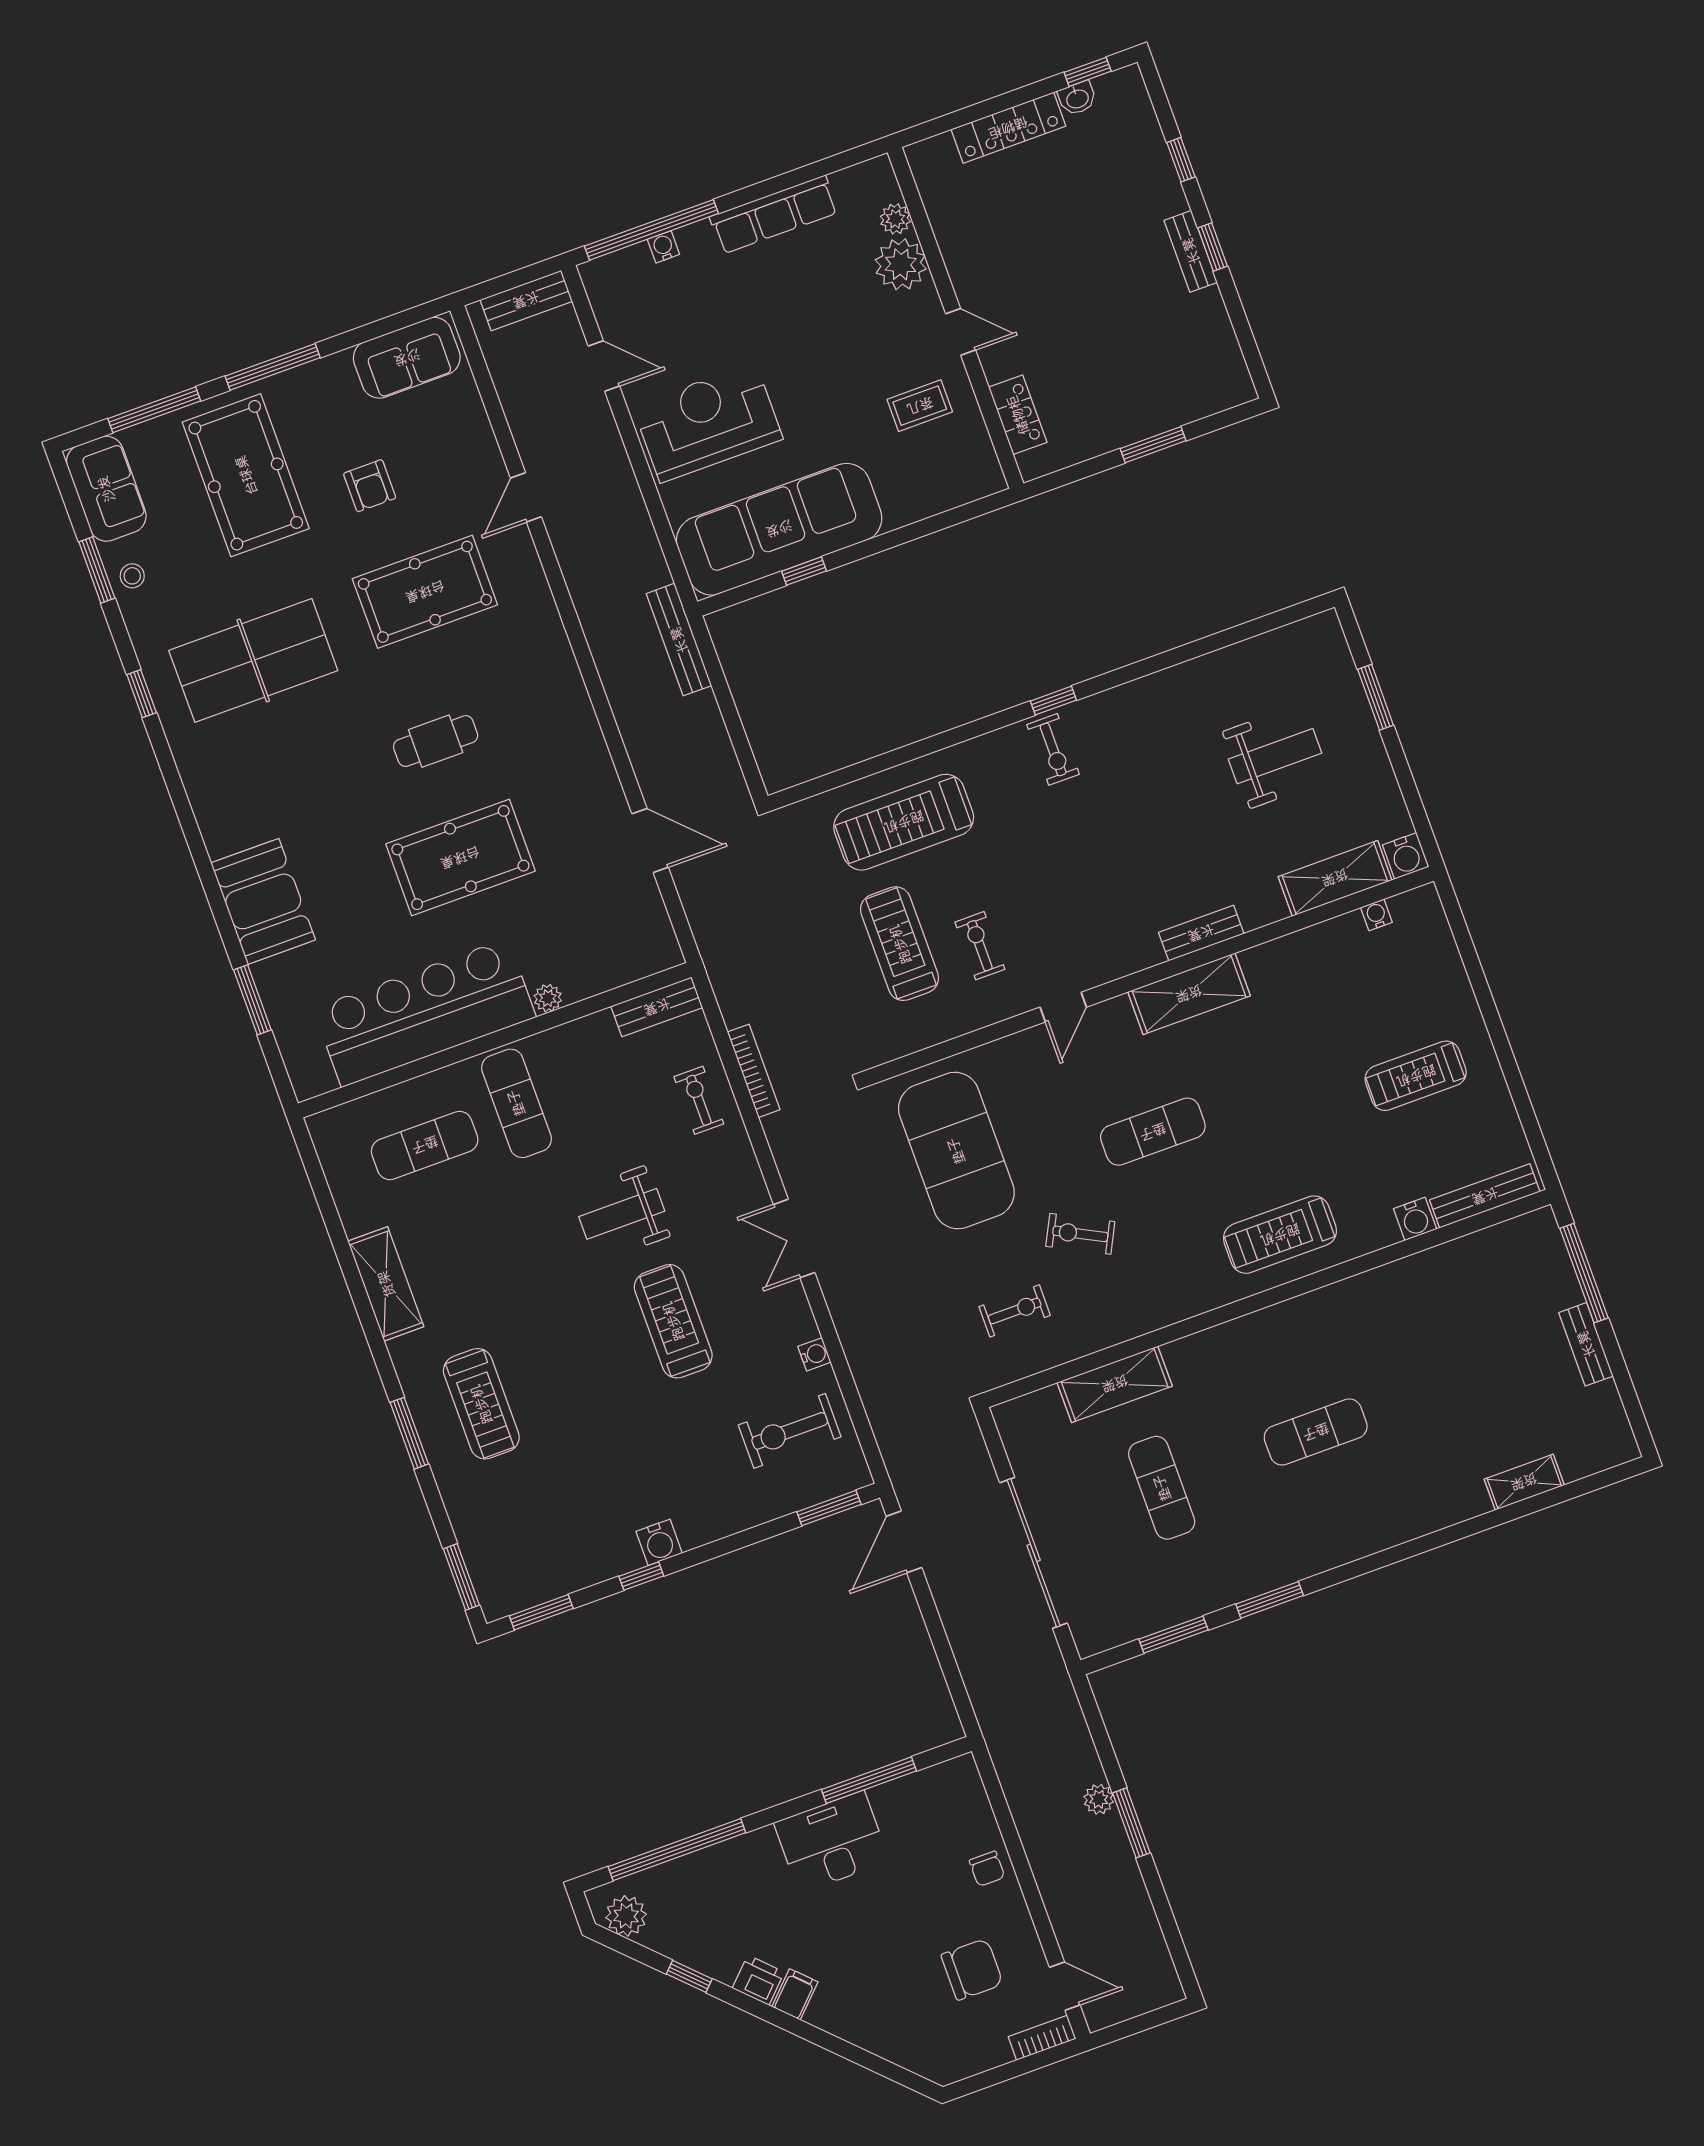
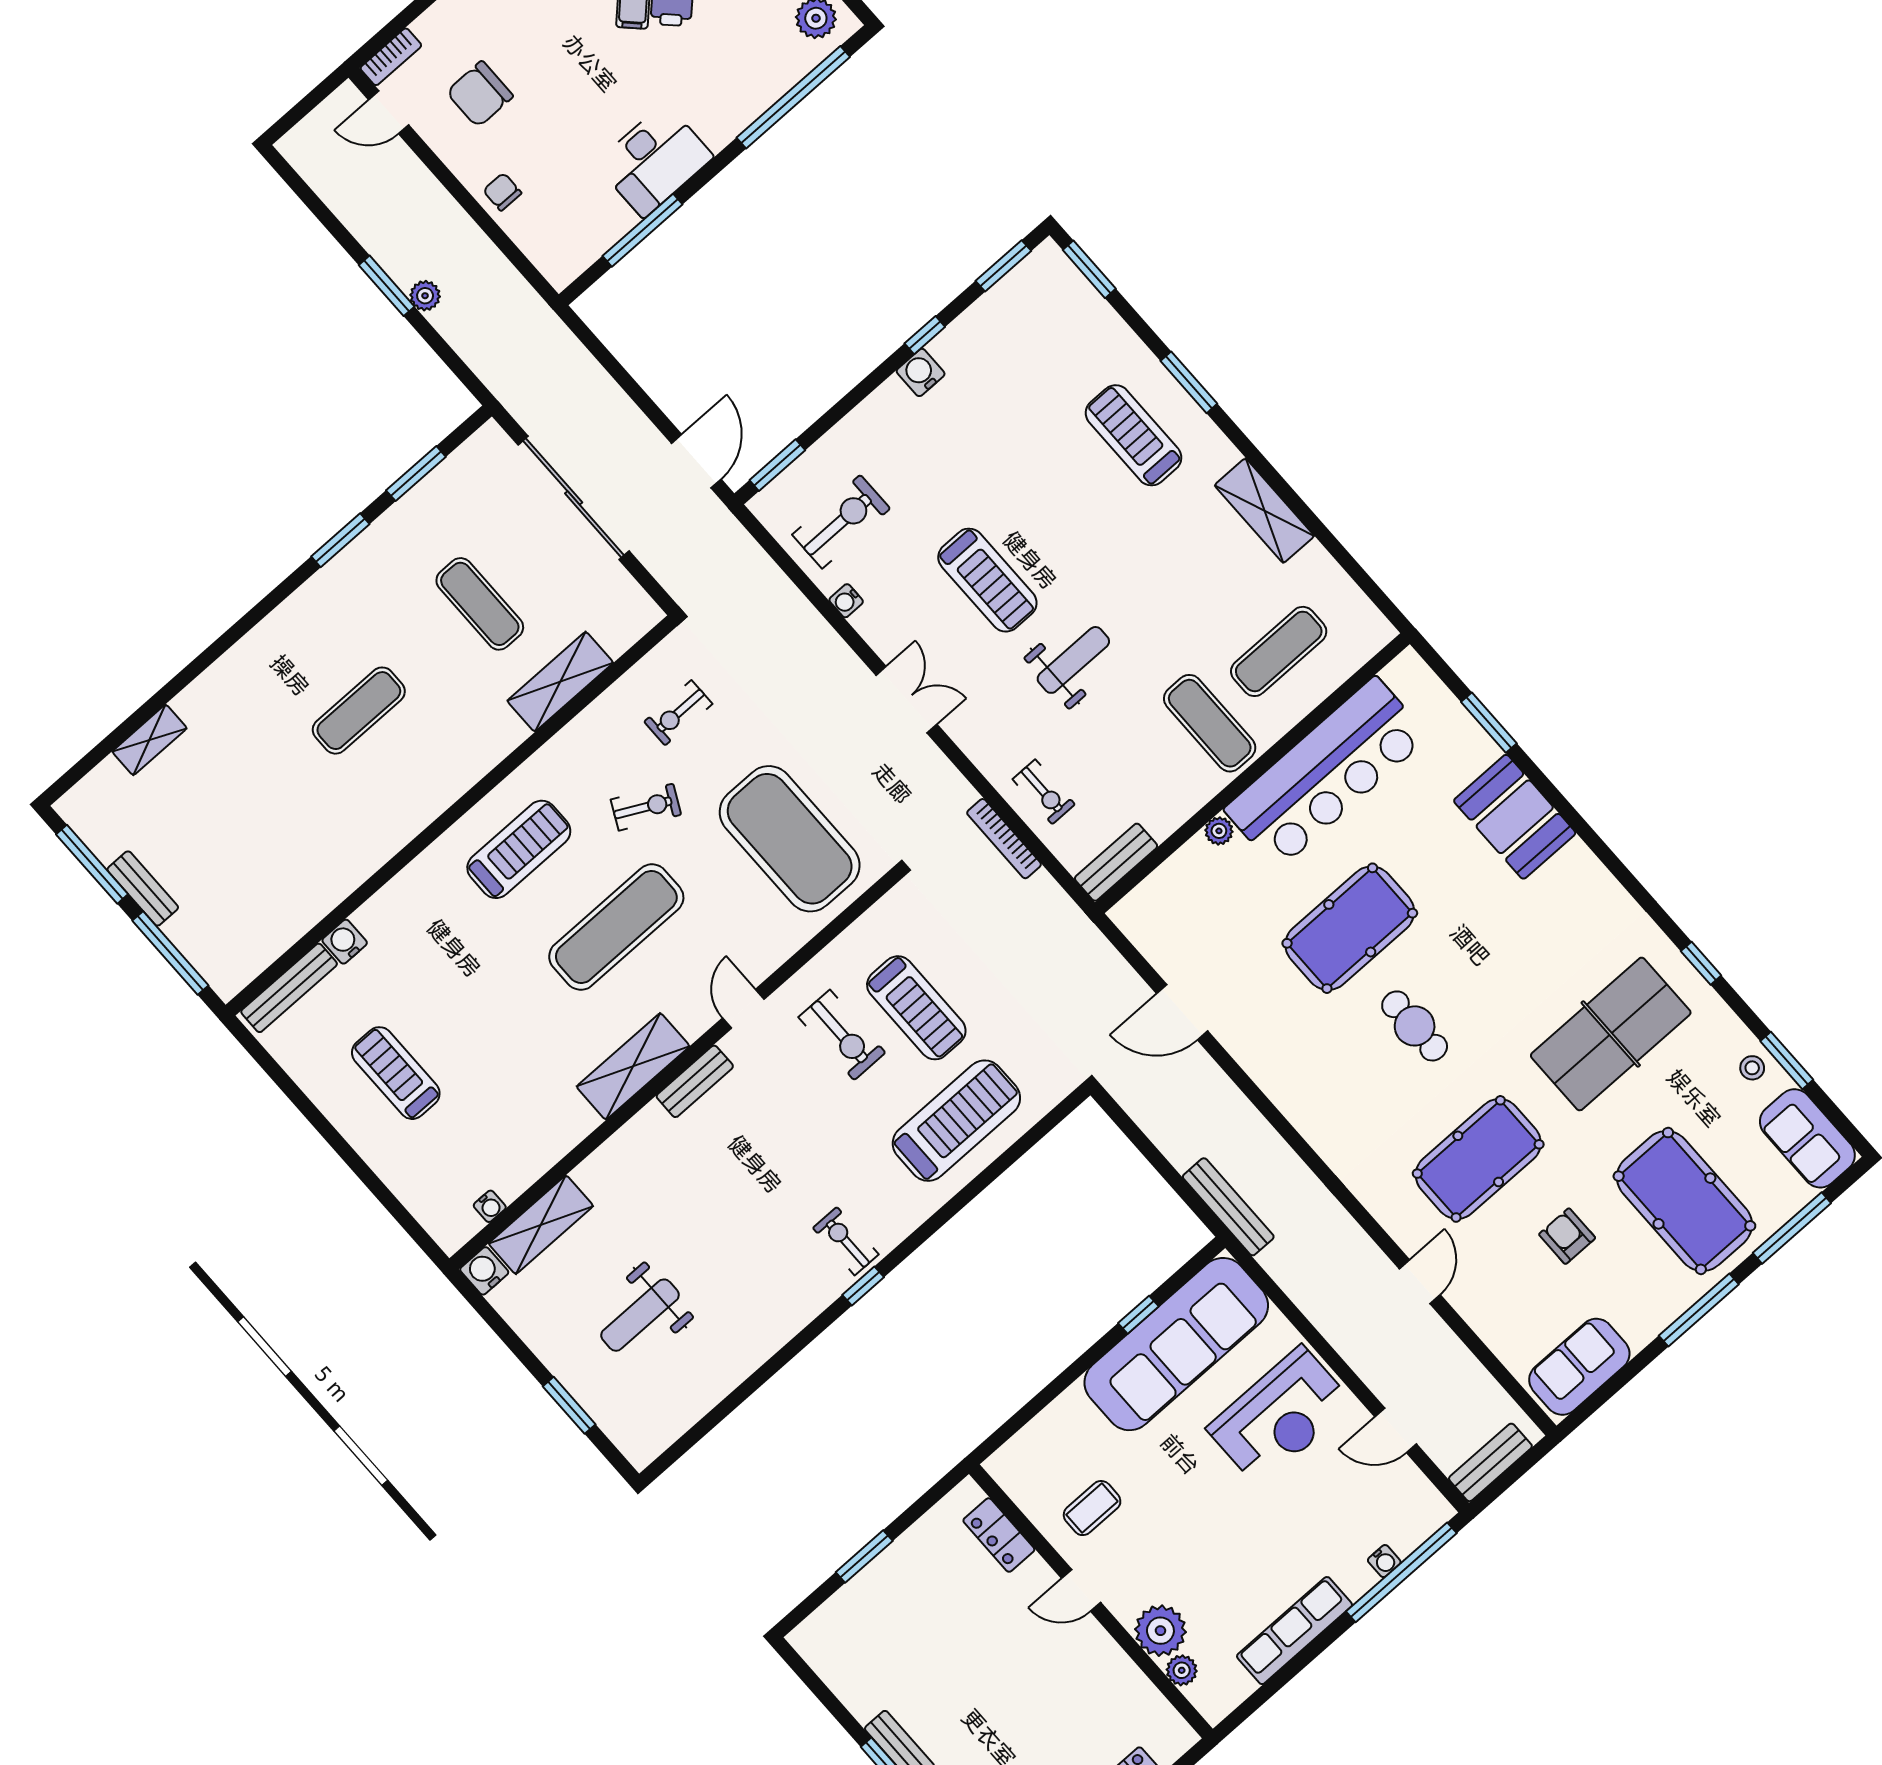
cafe table: (436, 741) -> (1415, 1026), turned 90
bench: (1201, 933) -> (695, 1081), moved
exercise bike: (980, 946) -> (842, 1035), width x1.38, depth x1.39
treadmill: (1416, 1076) -> (396, 1073), turned -90
exercise mat: (1153, 1132) -> (616, 927), width x1.36, depth x1.45
treadmill: (1280, 1235) -> (519, 849), moved
window: (1625, 1386) -> (92, 864), added

